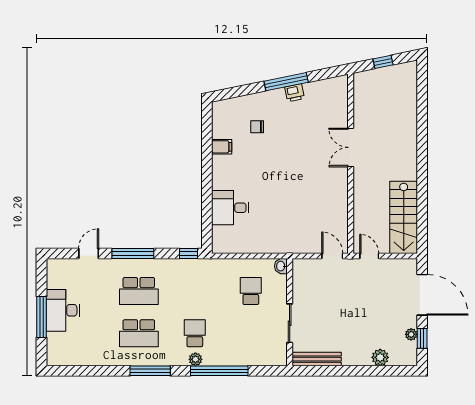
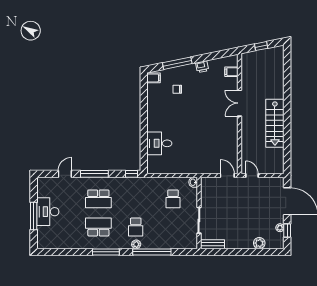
window: (286, 82) -> (177, 63), moved
filing cabinet: (338, 100) -> (231, 72), added
filing cabinet: (222, 147) -> (154, 78), moved
stairs: (404, 217) -> (275, 123), moved
school desk: (251, 291) -> (173, 199), turned 180
school desk: (139, 333) -> (98, 227), turned 180
school desk: (195, 333) -> (136, 227), turned 180
bench: (317, 359) -> (212, 244), width x0.73

